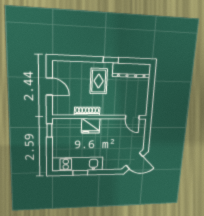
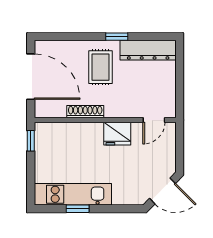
door: (49, 87) -> (31, 77), width x1.88
door: (132, 117) -> (154, 120), hinge flipped
fridge: (91, 126) -> (117, 134), moved

